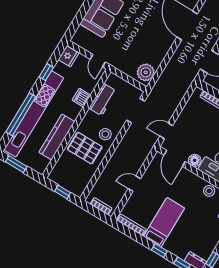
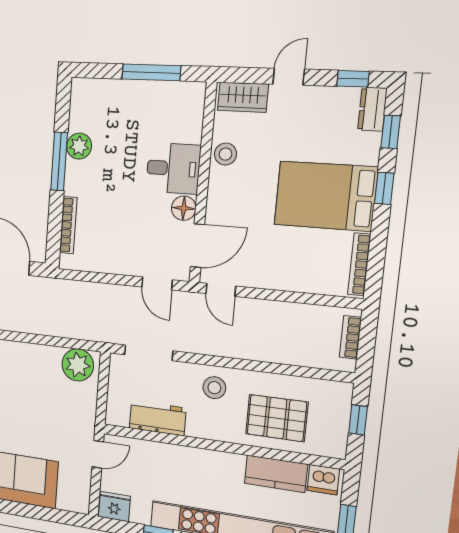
dishwasher: (81, 98) -> (323, 480), moved
kitchen counter: (57, 137) -> (276, 474), width x0.67
pallet: (85, 148) -> (277, 418), moved, turned 90
door: (134, 184) -> (221, 290), moved
bed: (164, 222) -> (325, 196), width x1.50

